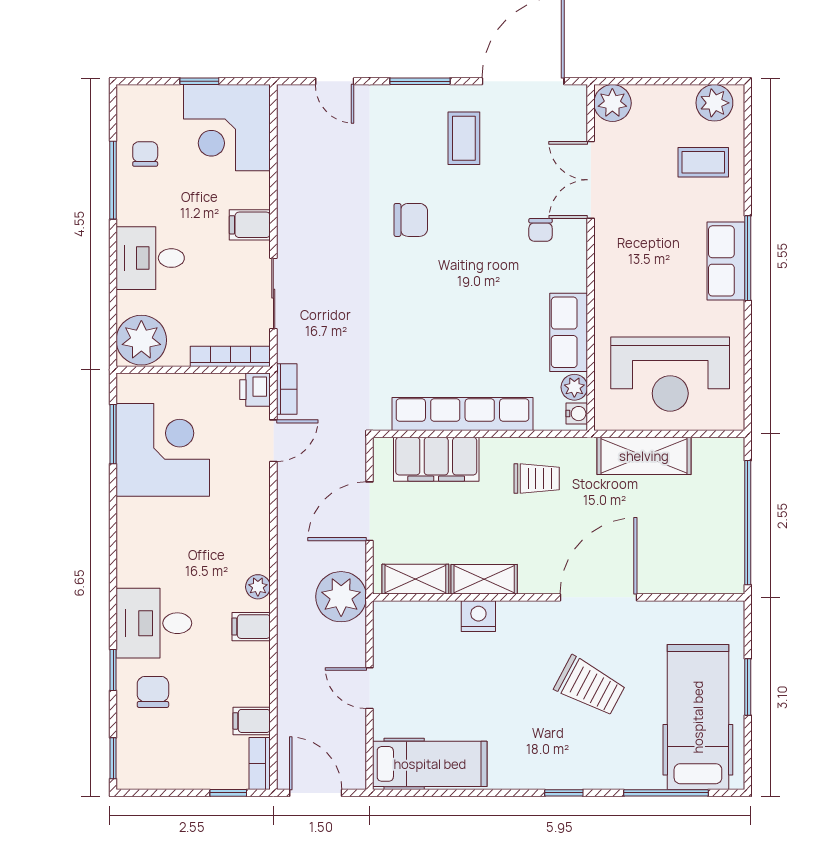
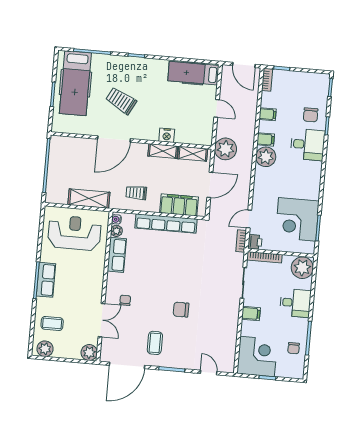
plant: (258, 587) -> (266, 157), width x1.88, depth x1.88
filing cabinet: (252, 721) -> (268, 114), moved

